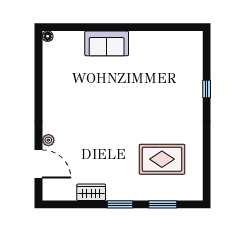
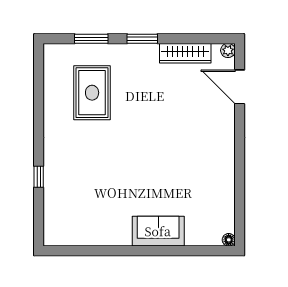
plant: (48, 140) -> (228, 50), moved
rug: (162, 159) -> (92, 93), turned 90
wardrobe: (91, 192) -> (185, 53), width x1.50

